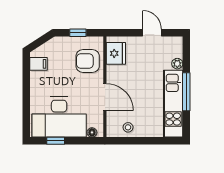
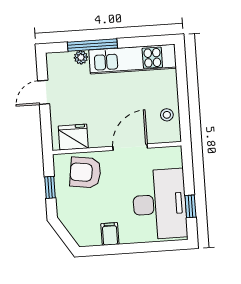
armchair: (88, 61) -> (85, 172), turned 98
filing cabinet: (39, 64) -> (110, 234), moved
window: (186, 92) -> (92, 45), moved
floor lamp: (92, 132) -> (176, 161), removed

